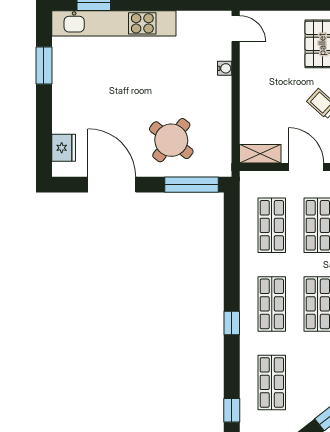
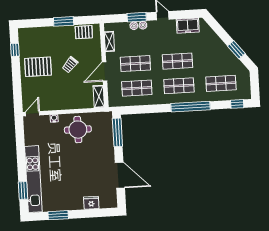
round table: (171, 140) -> (78, 130), moved, turned -38
fridge: (64, 148) -> (91, 203), moved
door: (112, 185) -> (120, 175), swing flipped
window: (232, 323) -> (190, 107), width x3.17

